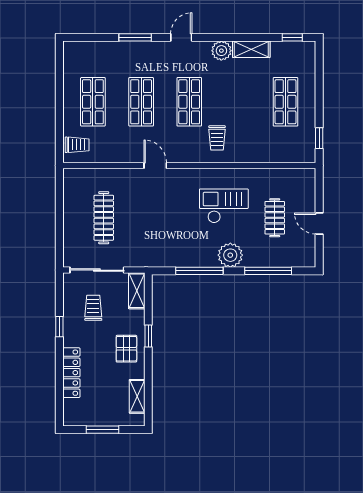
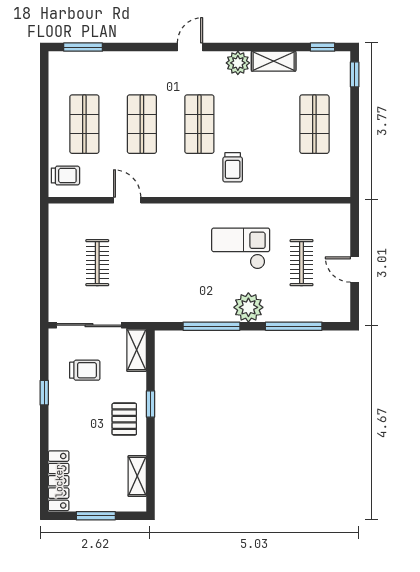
window: (135, 37) -> (83, 47), moved
window: (319, 138) -> (355, 74), moved
door: (155, 165) -> (127, 200), moved
clothes rail: (104, 218) -> (97, 263), width x0.73
trolley: (93, 308) -> (85, 370), turned 90
locker: (71, 373) -> (59, 481), moved

